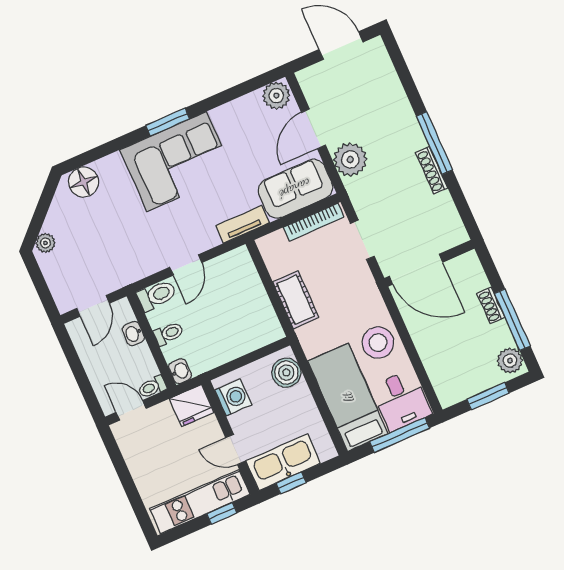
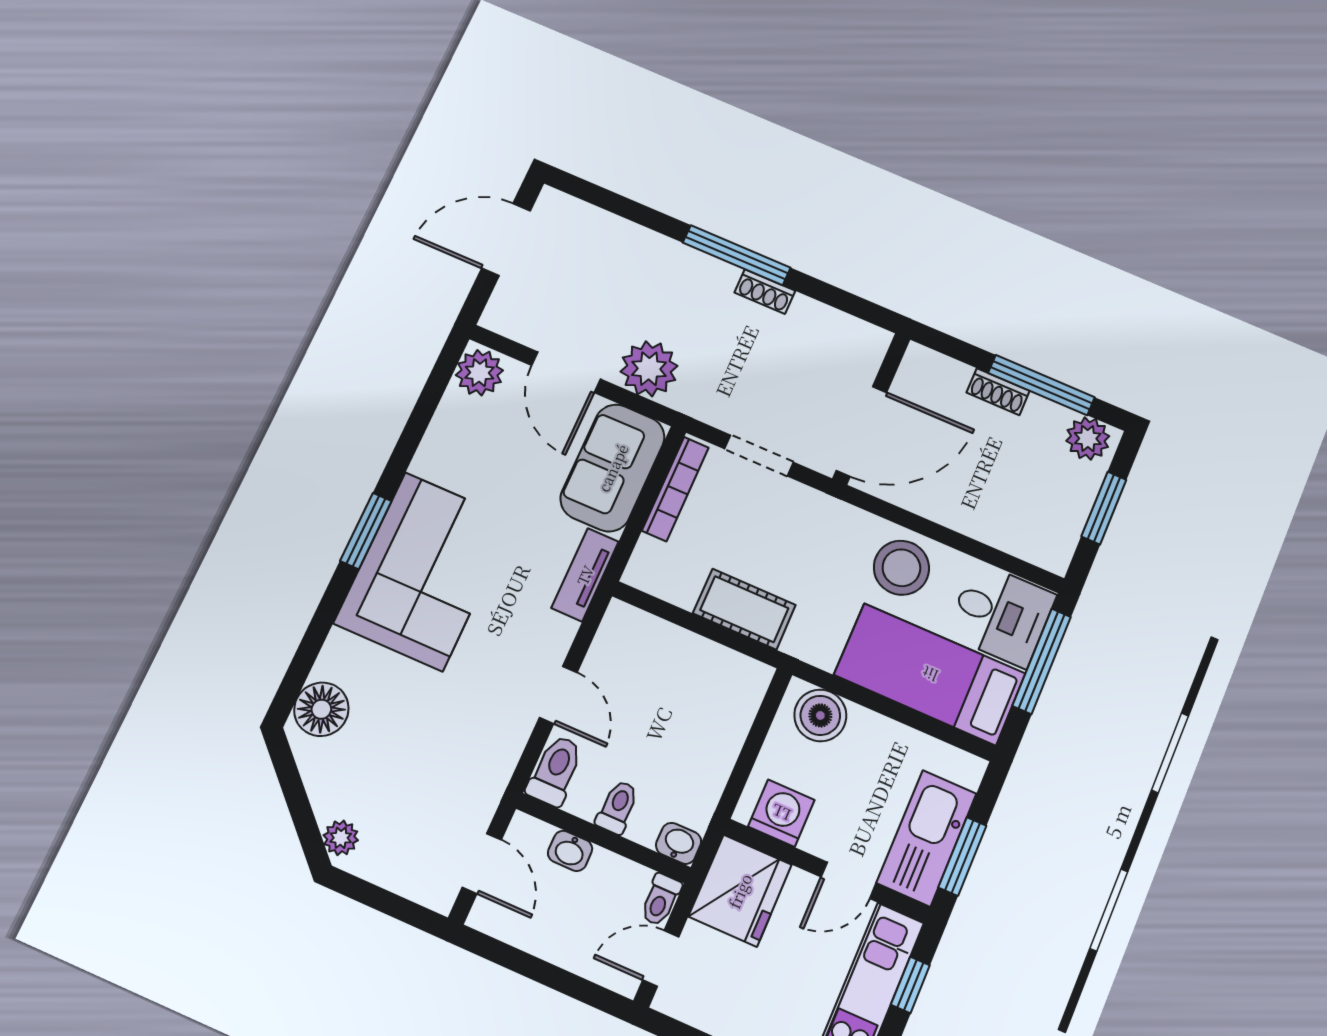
shoe rack: (432, 170) -> (765, 292), width x0.70
fridge: (192, 406) -> (740, 891), width x1.36, depth x1.34
window: (291, 483) -> (962, 857), width x1.50

